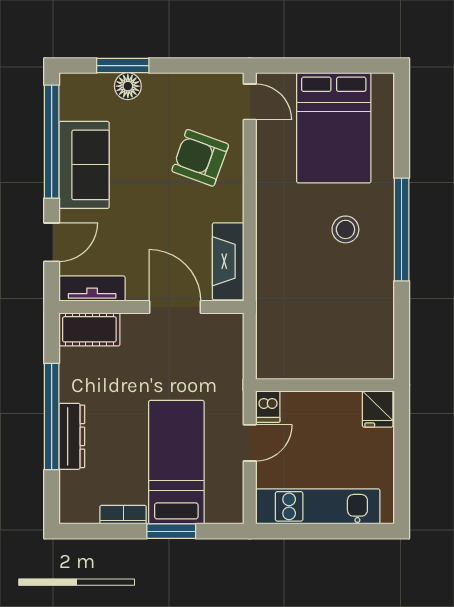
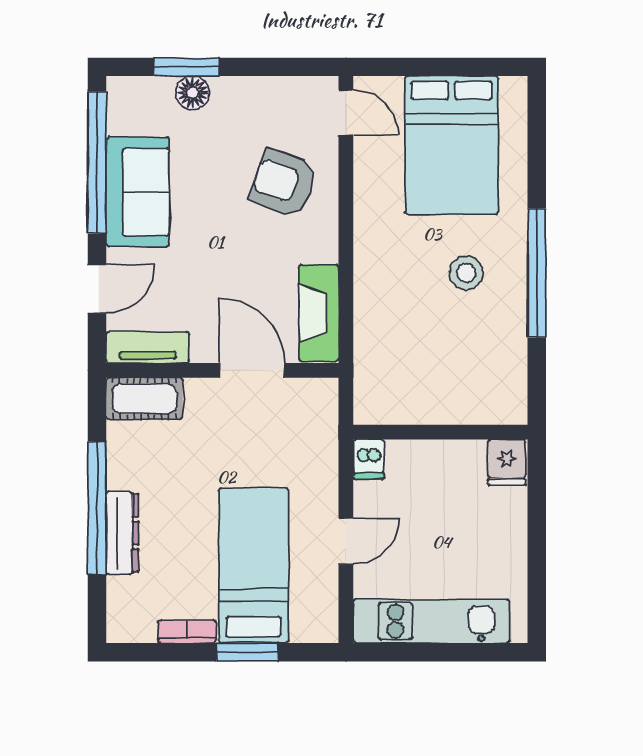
wall: (325, 385) -> (440, 432), moved
dishwasher: (268, 407) -> (369, 459), moved
fridge: (378, 409) -> (507, 462), moved

